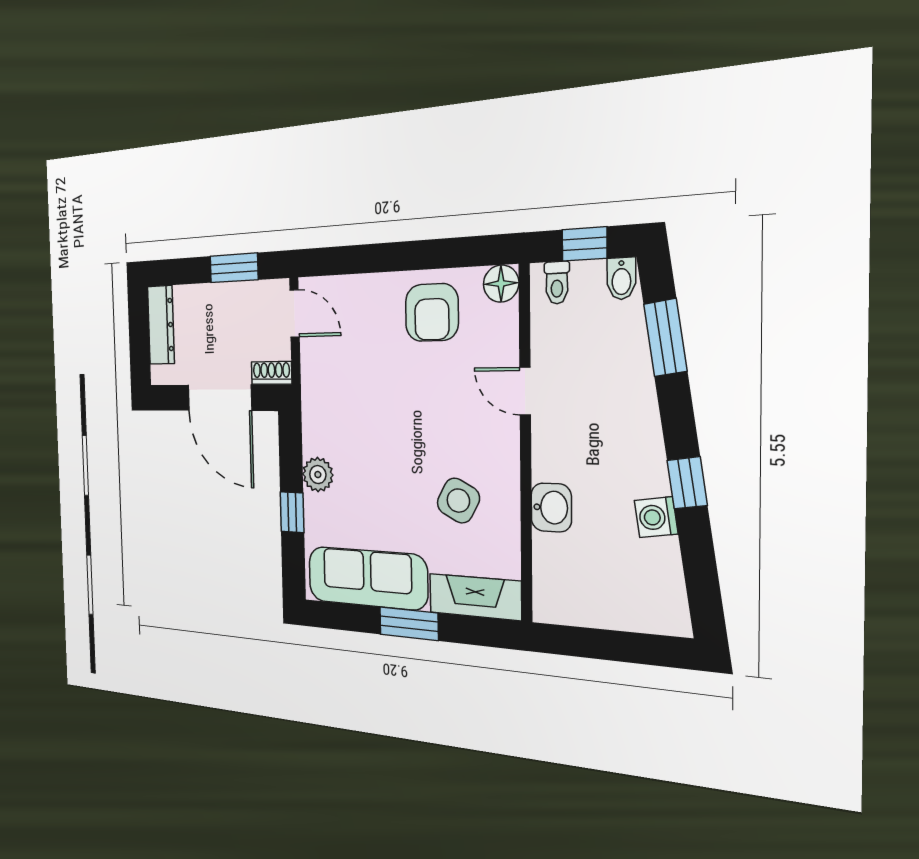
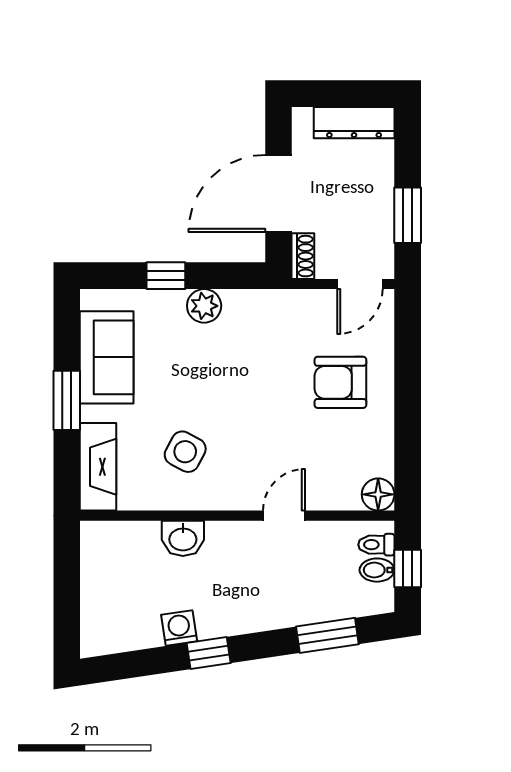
bidet: (621, 279) -> (377, 570), moved
armchair: (432, 312) -> (340, 382), moved
sofa: (367, 578) -> (107, 357), width x0.73

